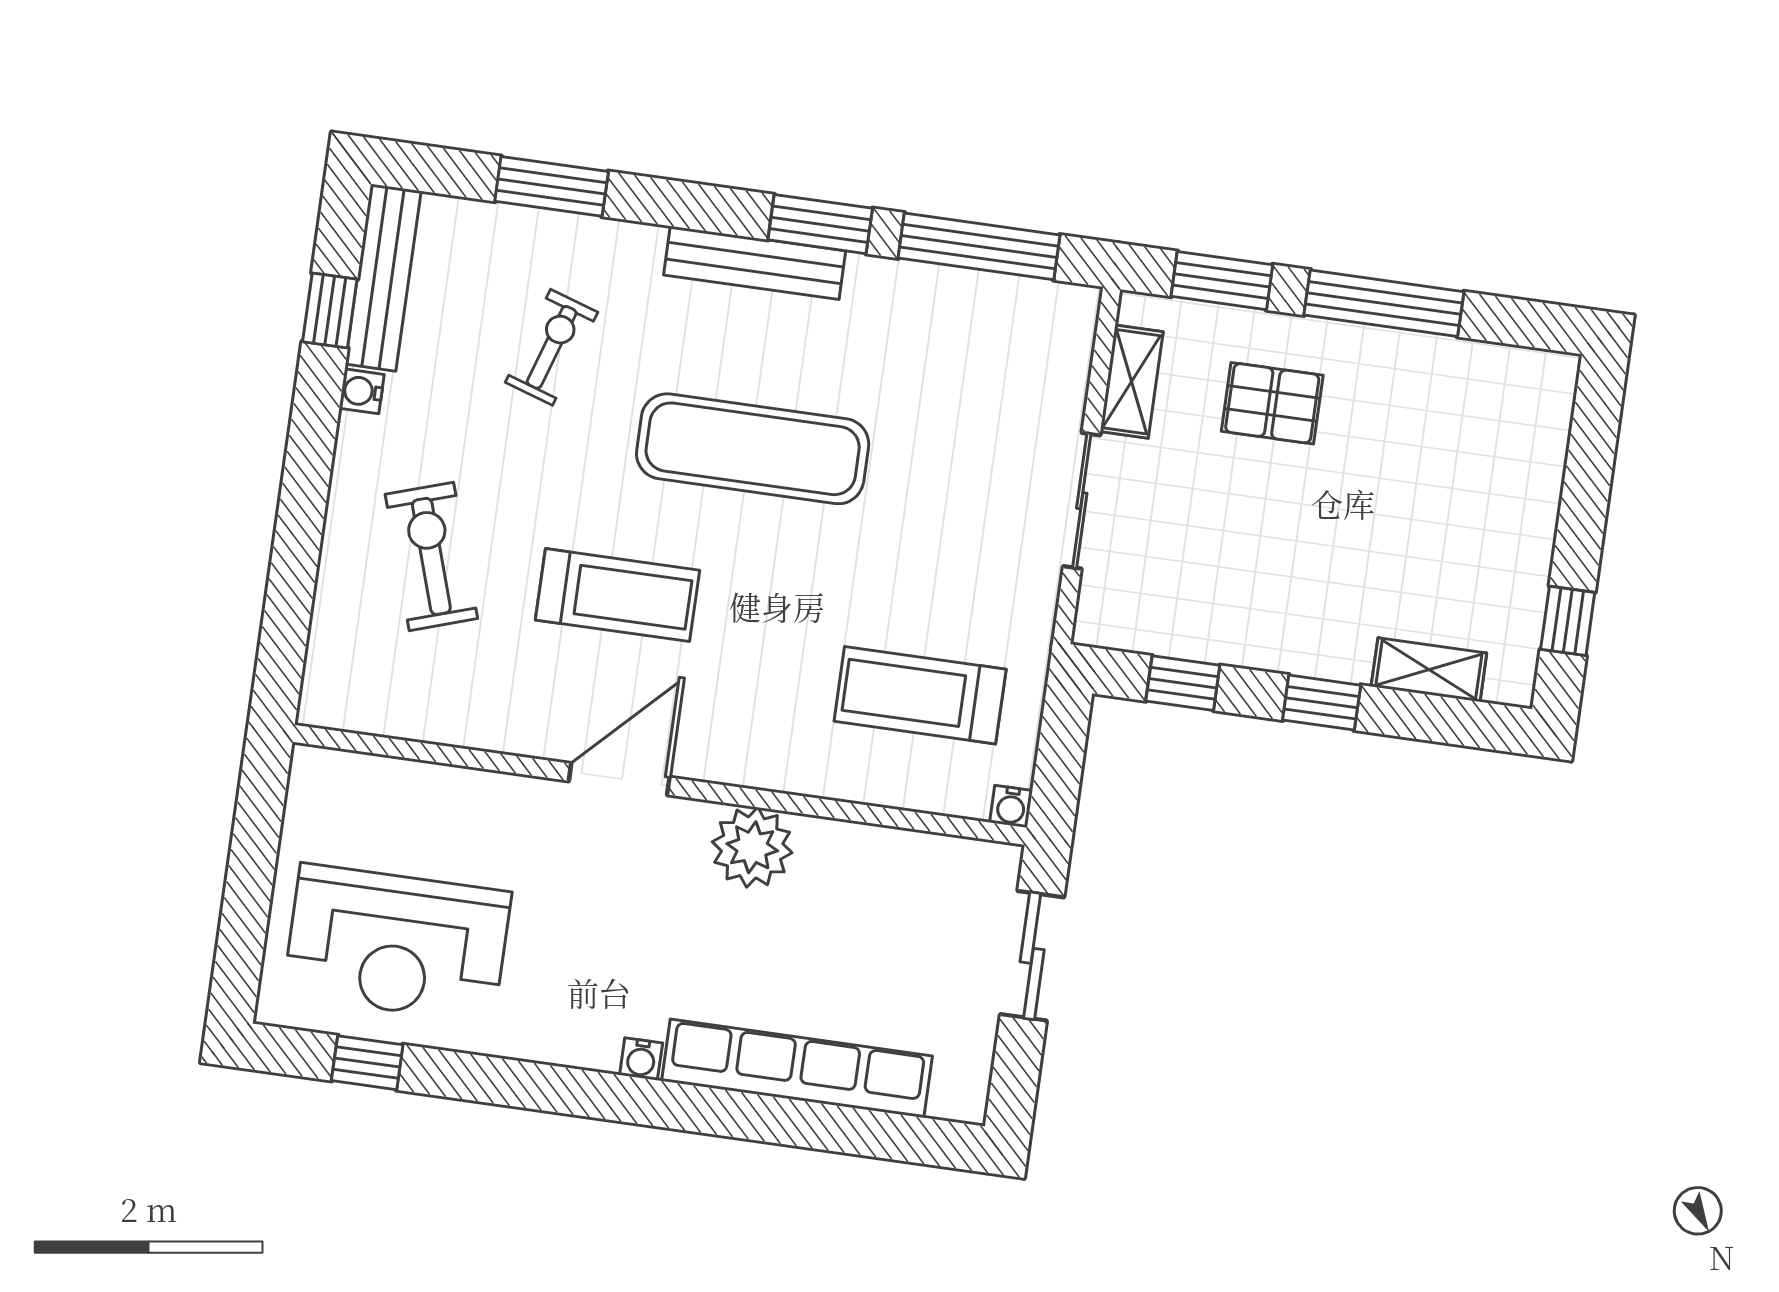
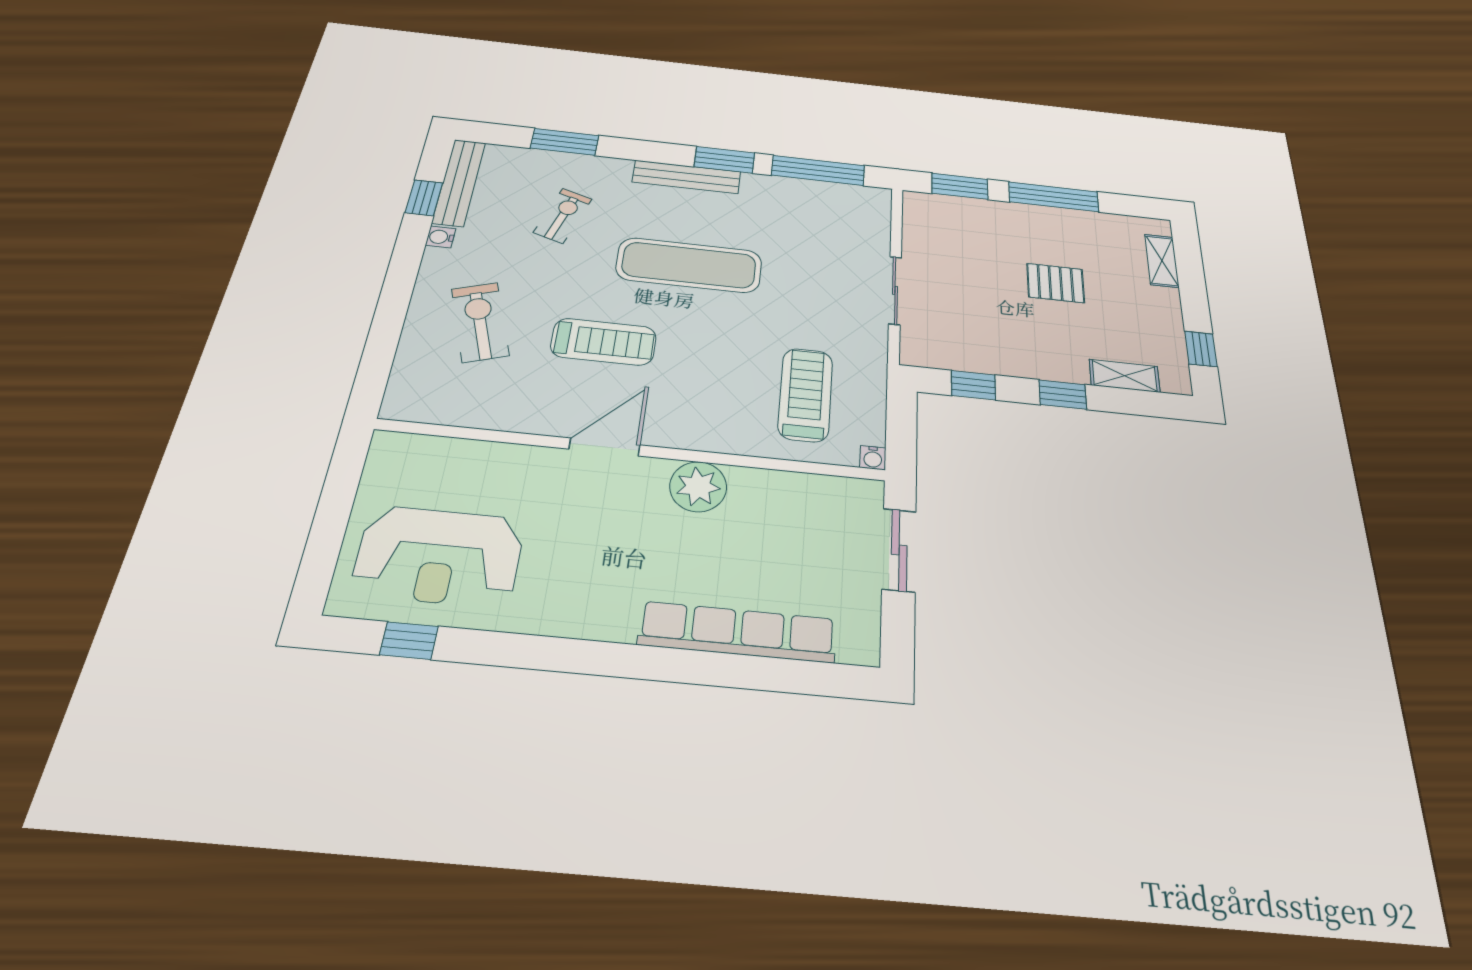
shelving: (1132, 382) -> (1162, 261), moved
pallet: (1272, 403) -> (1056, 283), moved
treadmill: (920, 695) -> (805, 395), turned 90
water cooler: (641, 1059) -> (621, 630), removed

